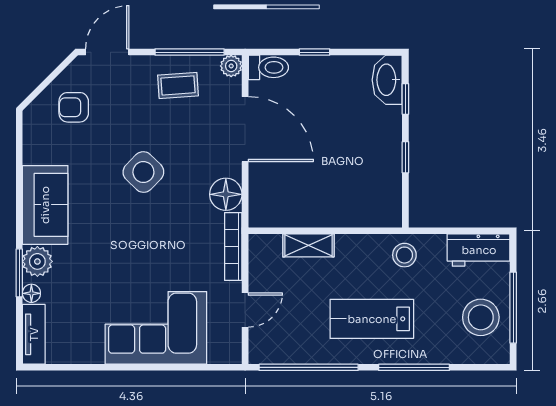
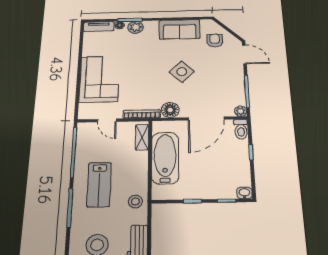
washbasin: (387, 80) -> (244, 193), width x0.52, depth x0.69
coffee table: (178, 85) -> (228, 86), removed
bathtub: (323, 204) -> (165, 158), added
sofa: (45, 205) -> (180, 29), moved
shelving: (308, 245) -> (142, 137), moved
lab bench: (372, 319) -> (99, 184), turned 180

